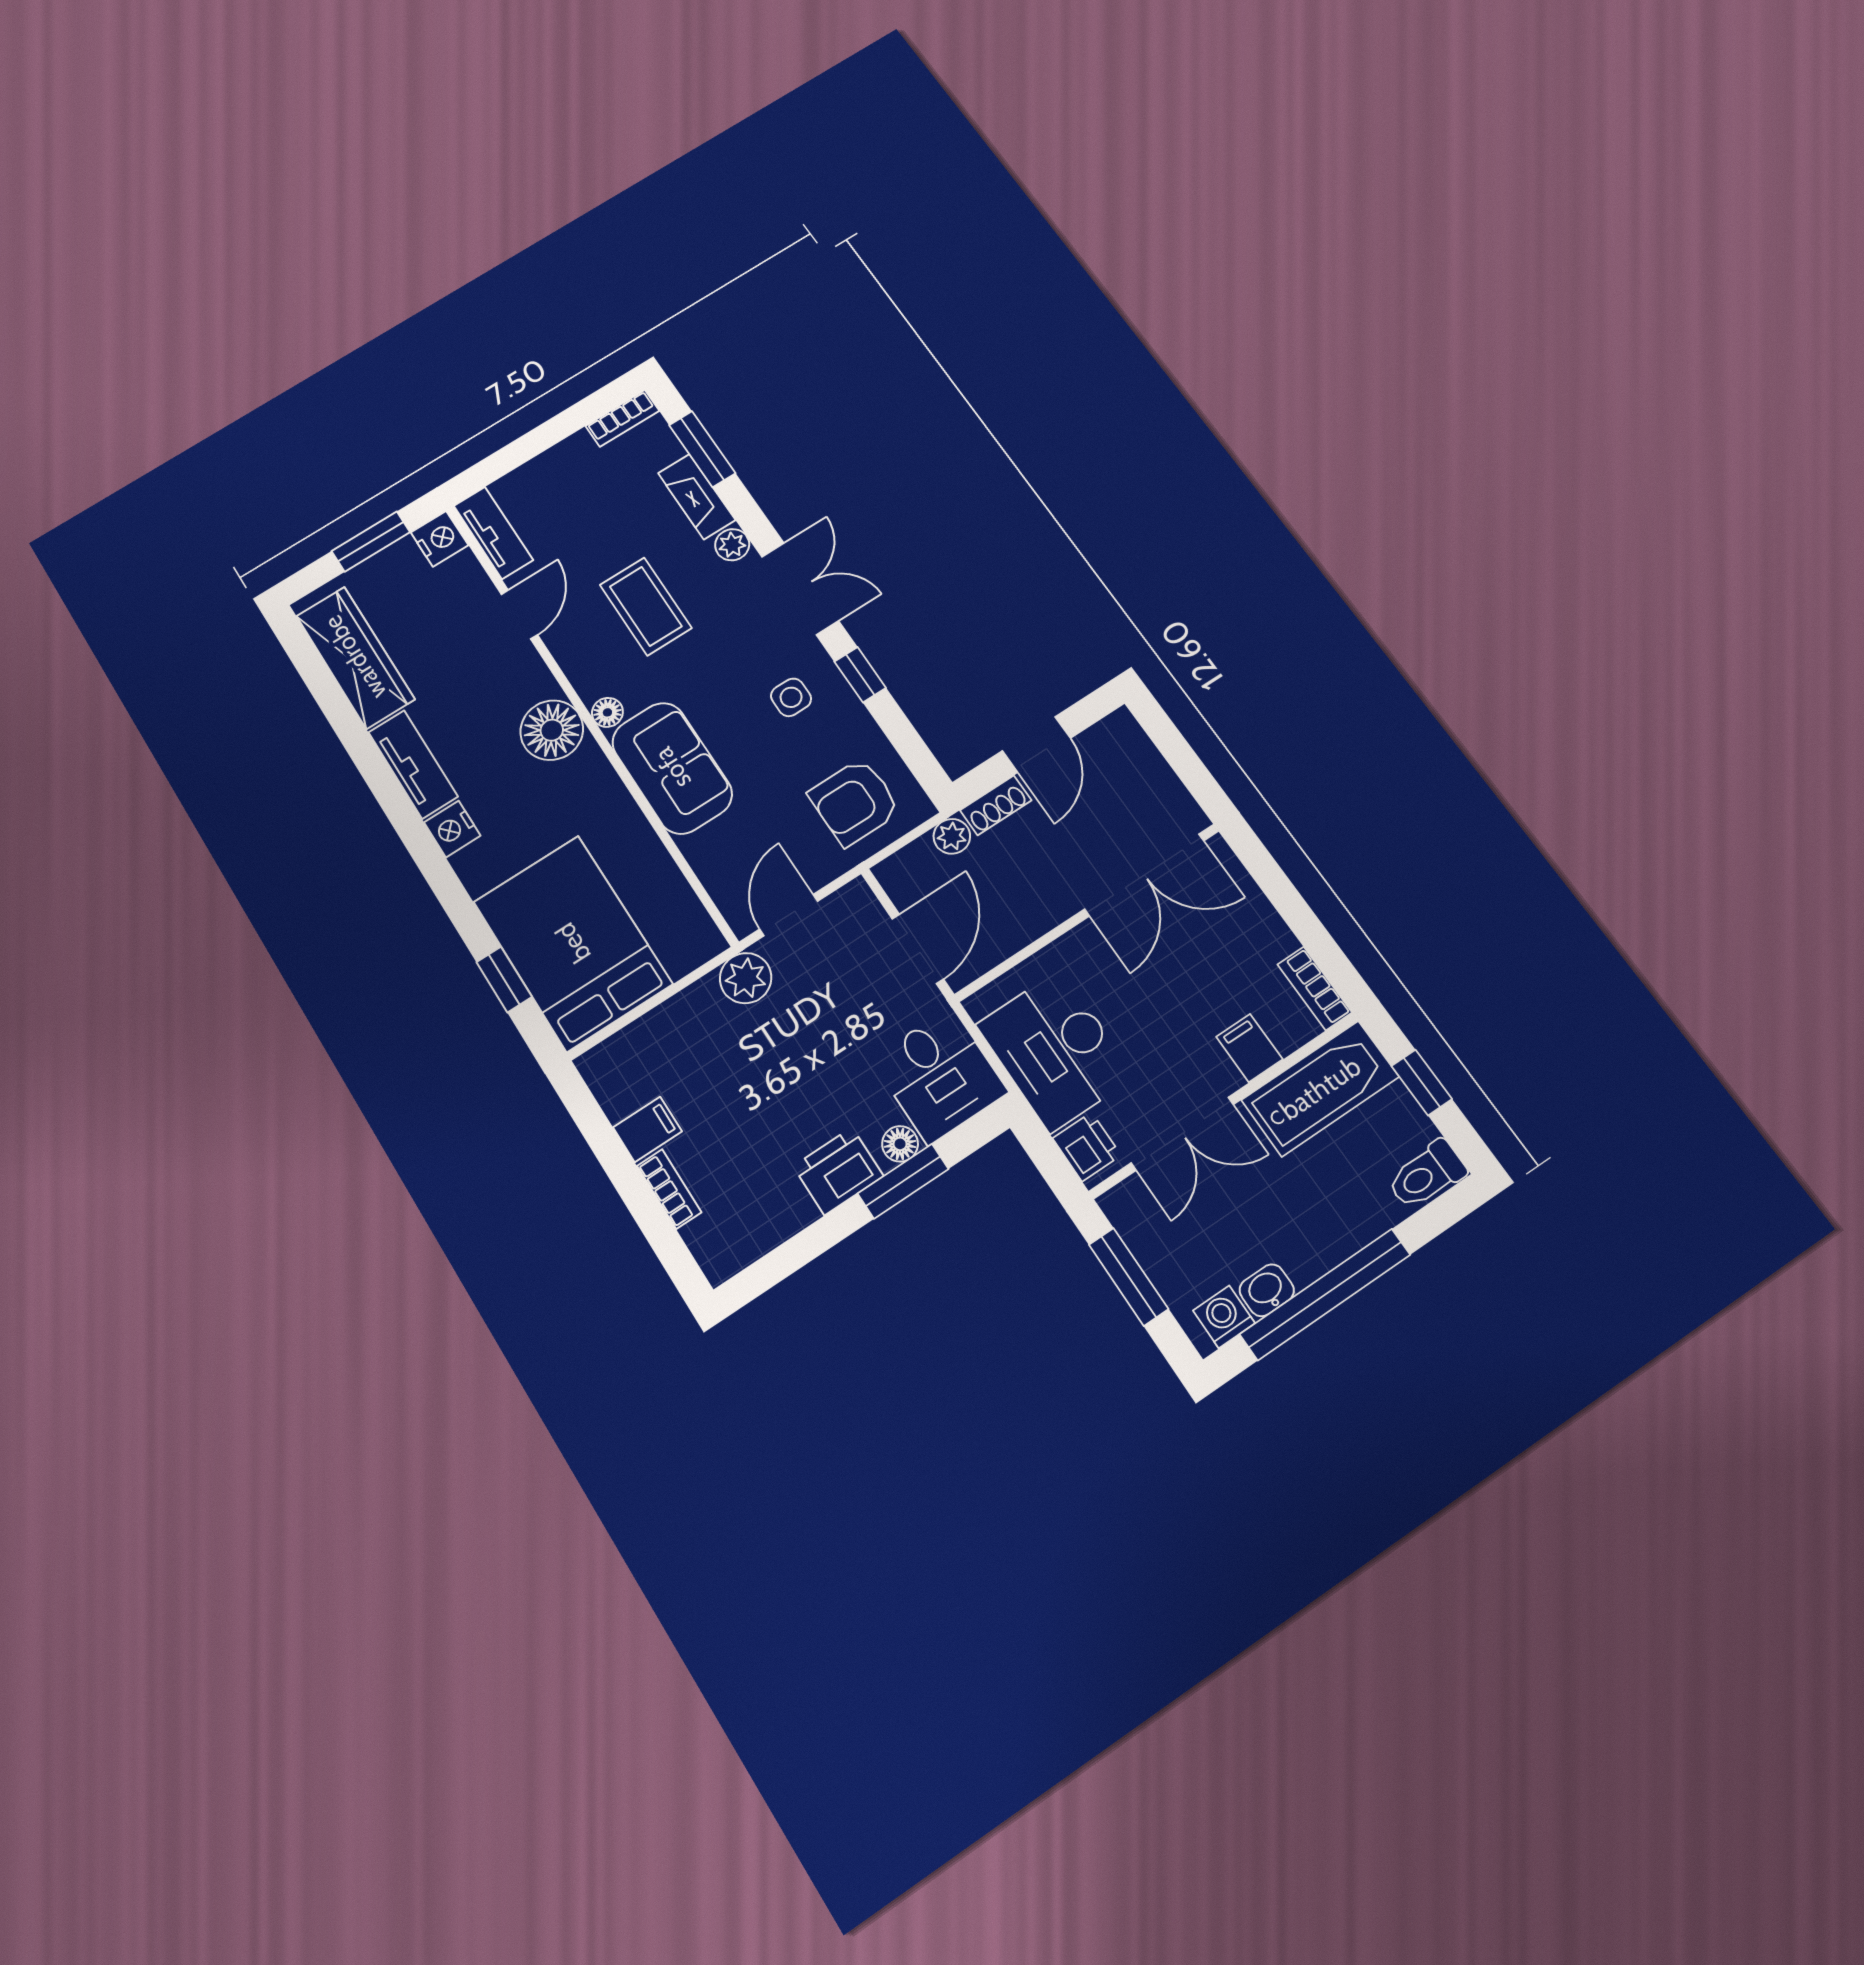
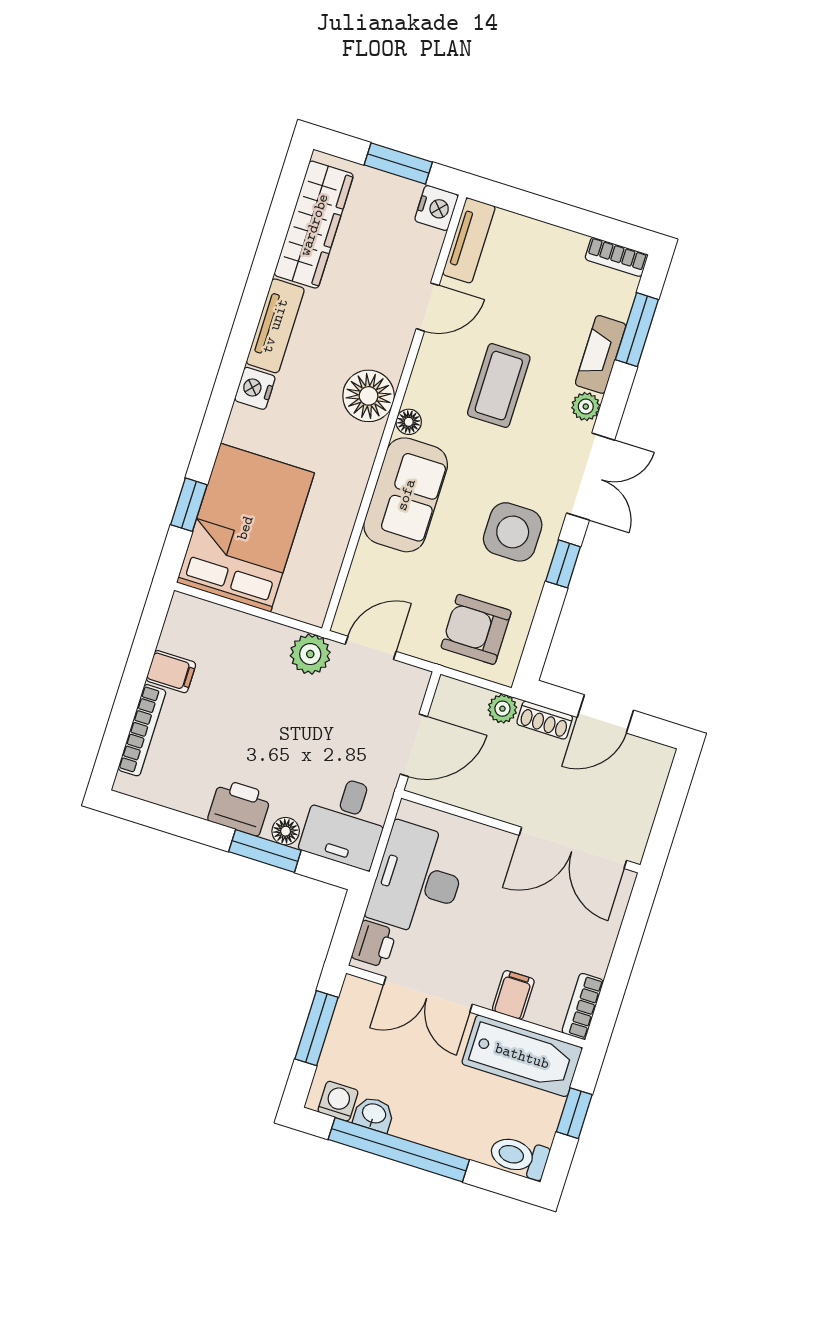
side table: (791, 697) -> (513, 532), width x1.87, depth x1.87
bookcase: (669, 1189) -> (142, 730), width x1.56

